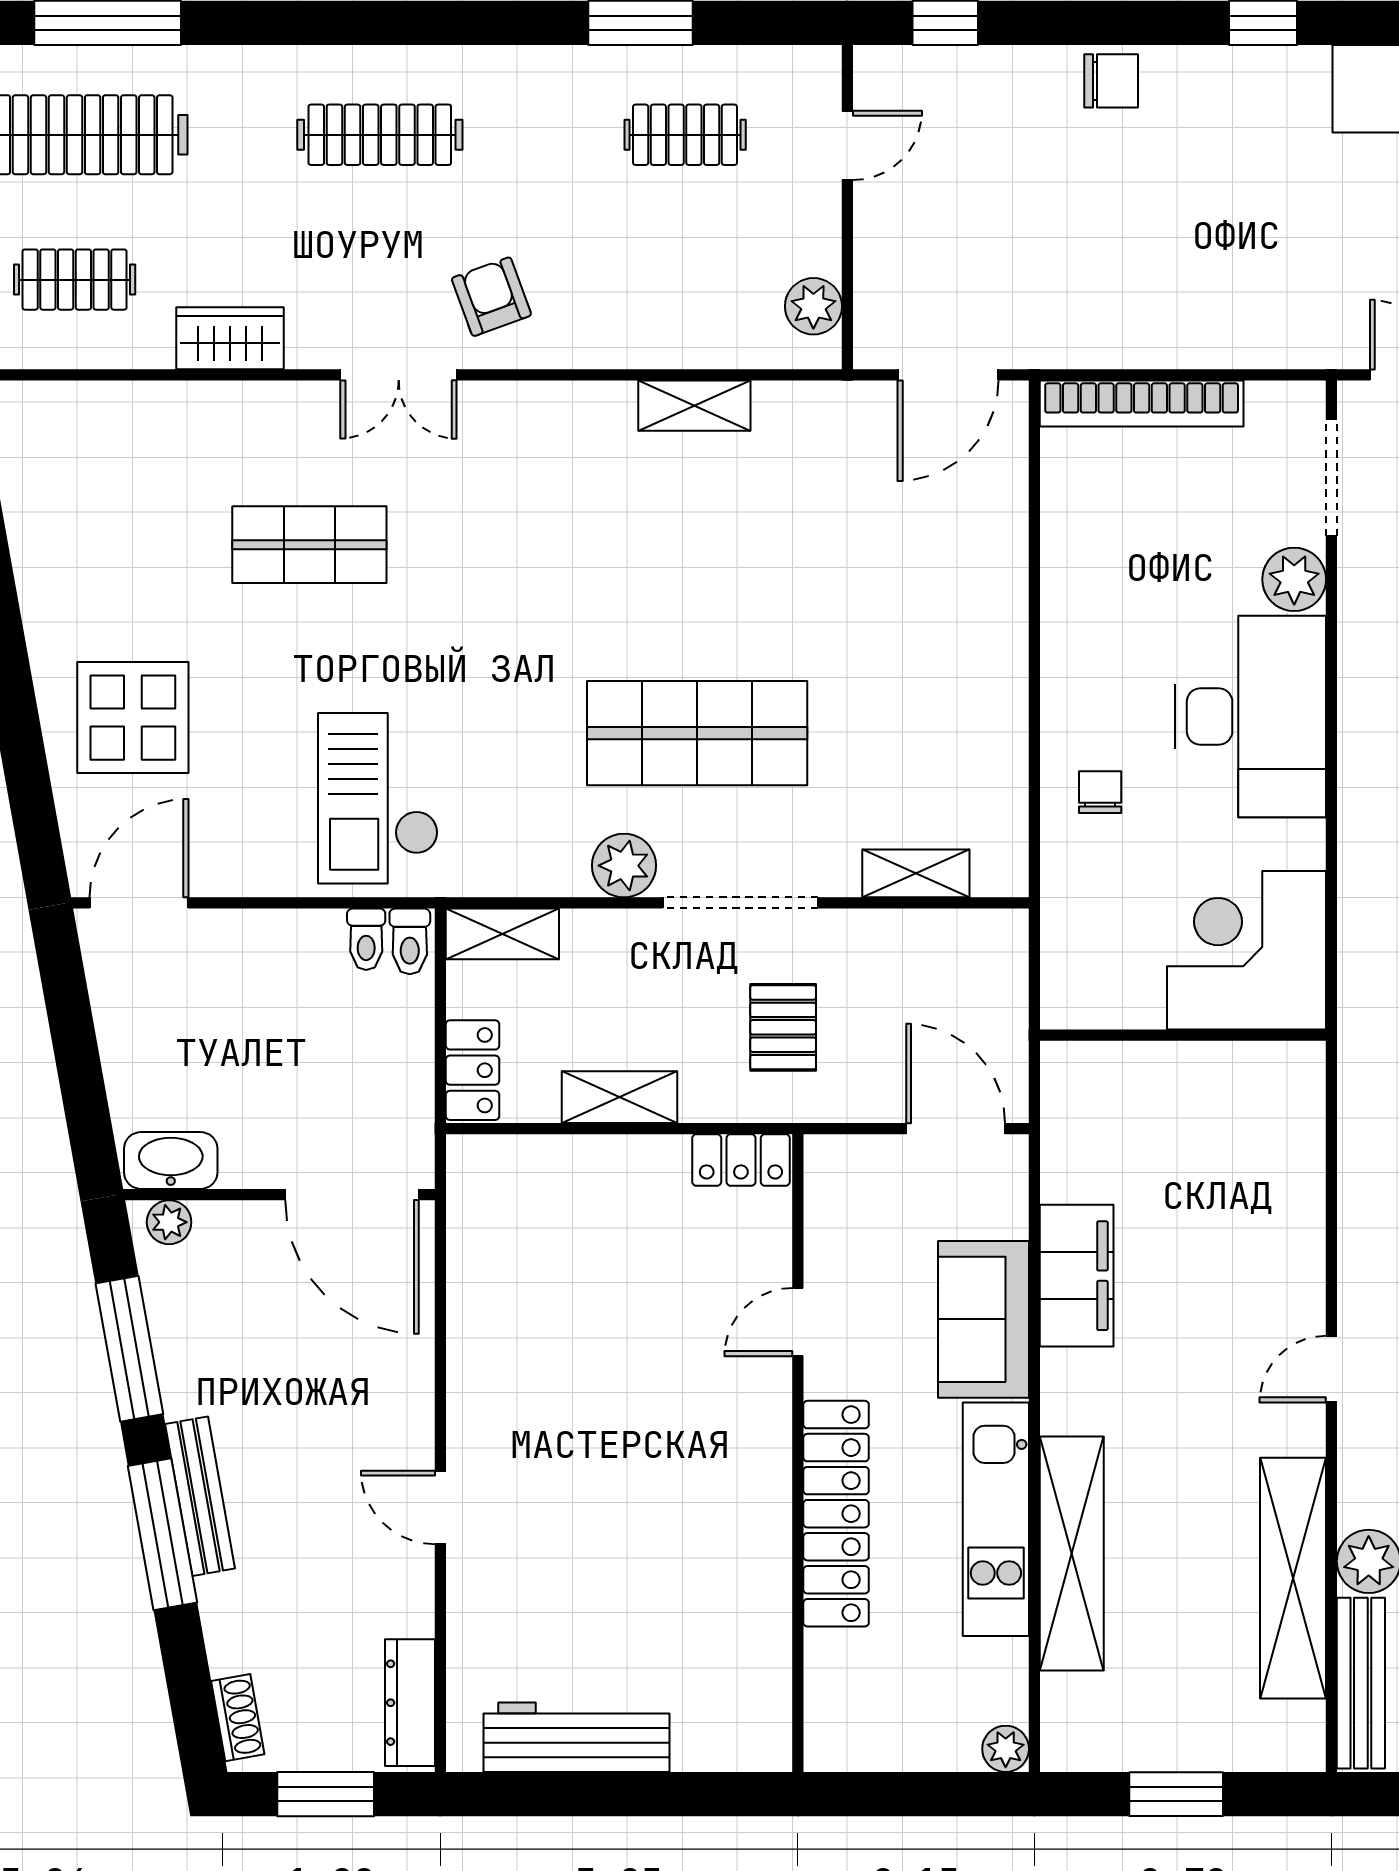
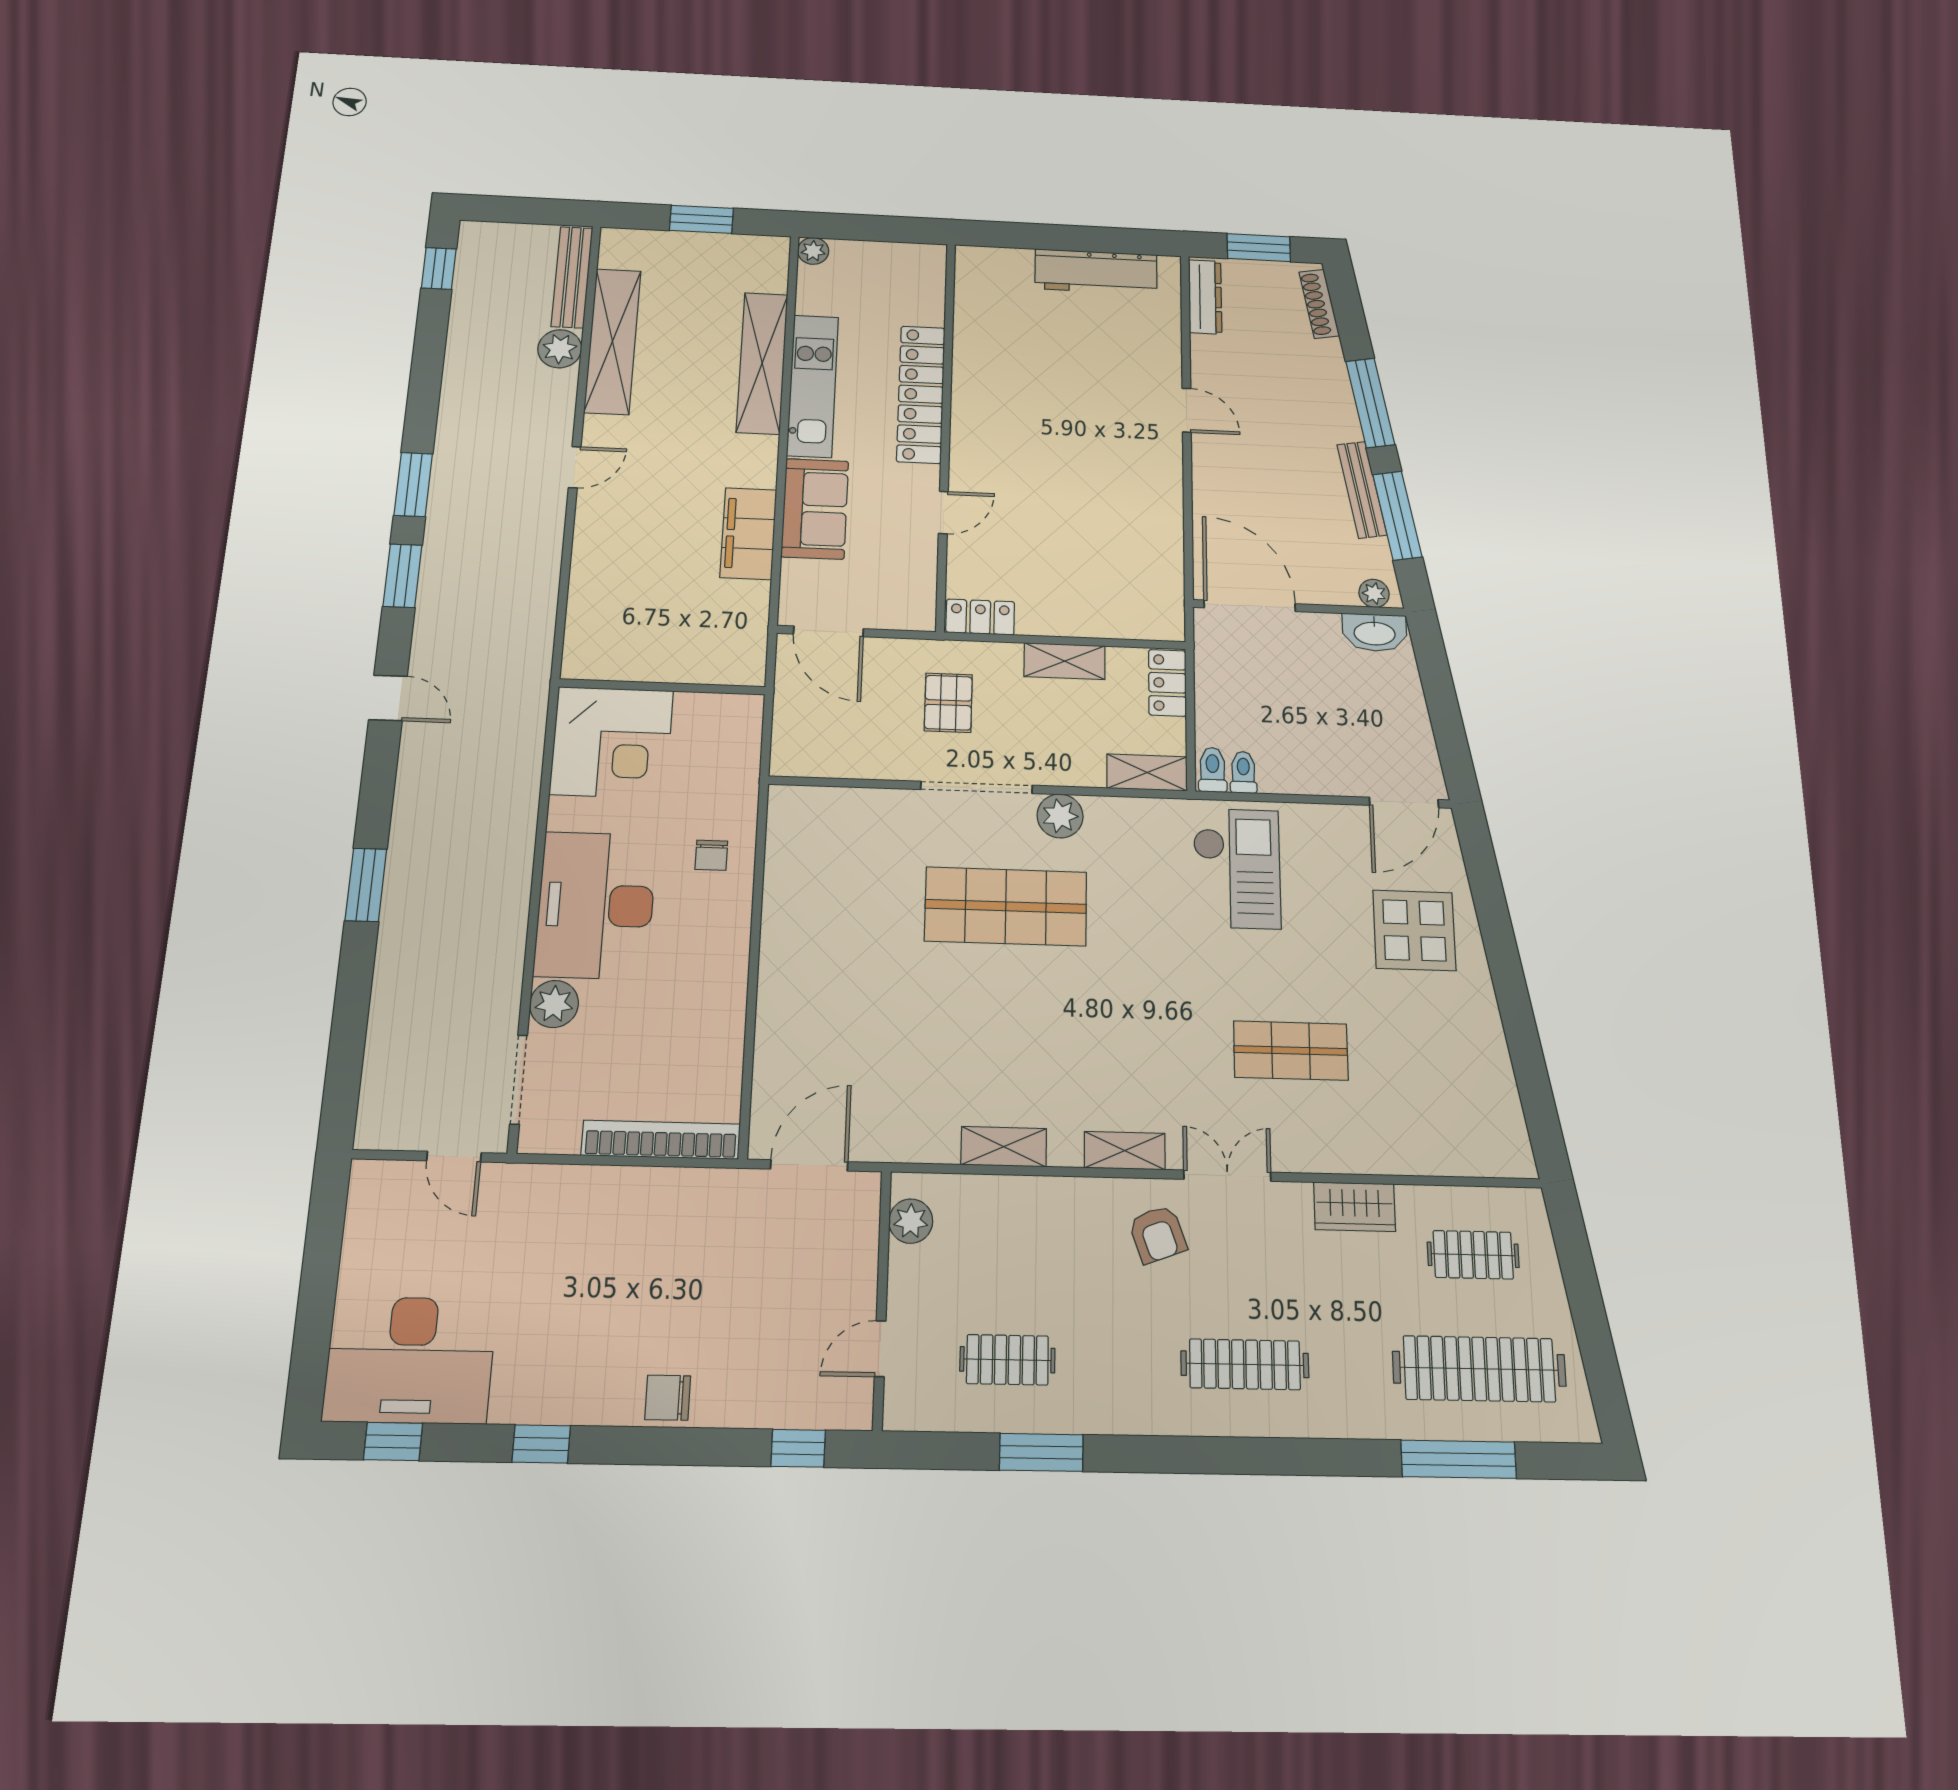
shelving: (916, 873) -> (1125, 1151), moved
bench: (200, 1496) -> (1362, 490), moved
shoe rack: (238, 1718) -> (1319, 304), width x1.43

